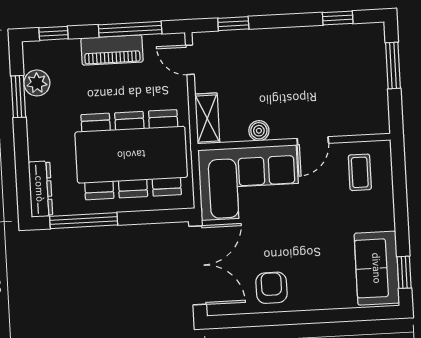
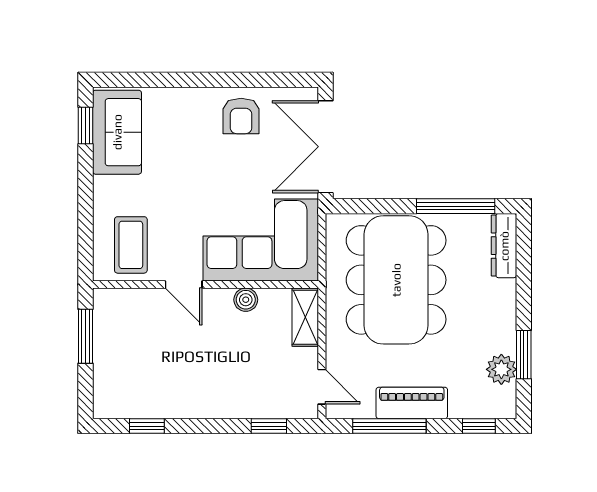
window: (393, 66) -> (85, 336), moved
door: (313, 141) -> (184, 284), swing flipped
dining table: (131, 155) -> (396, 280), turned 90
coffee table: (360, 172) -> (131, 245), width x1.36, depth x1.30

